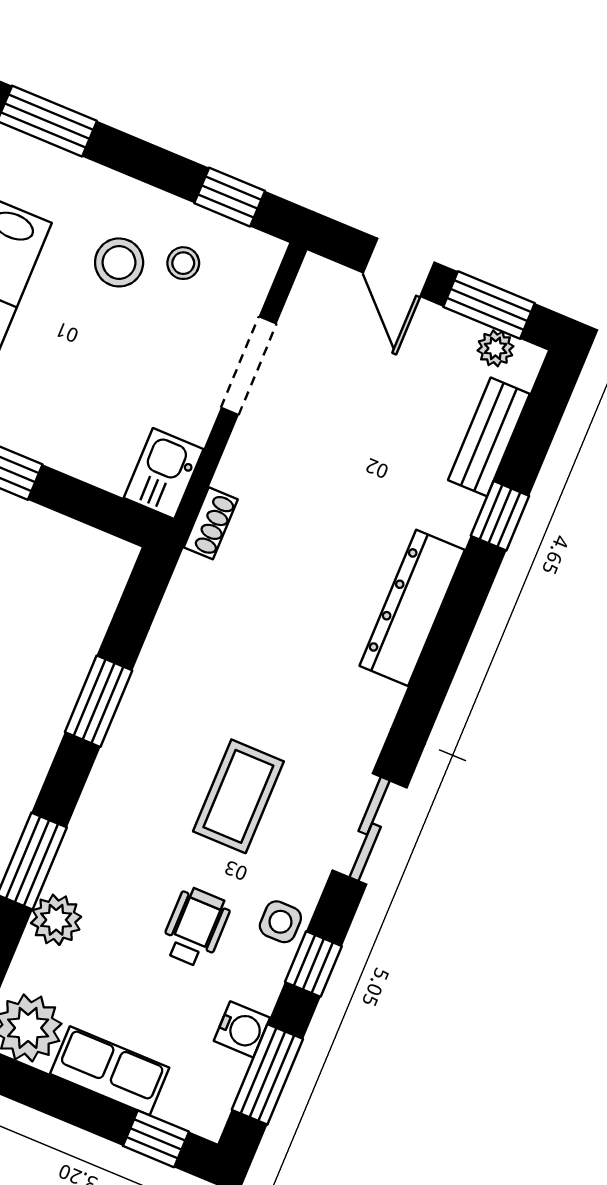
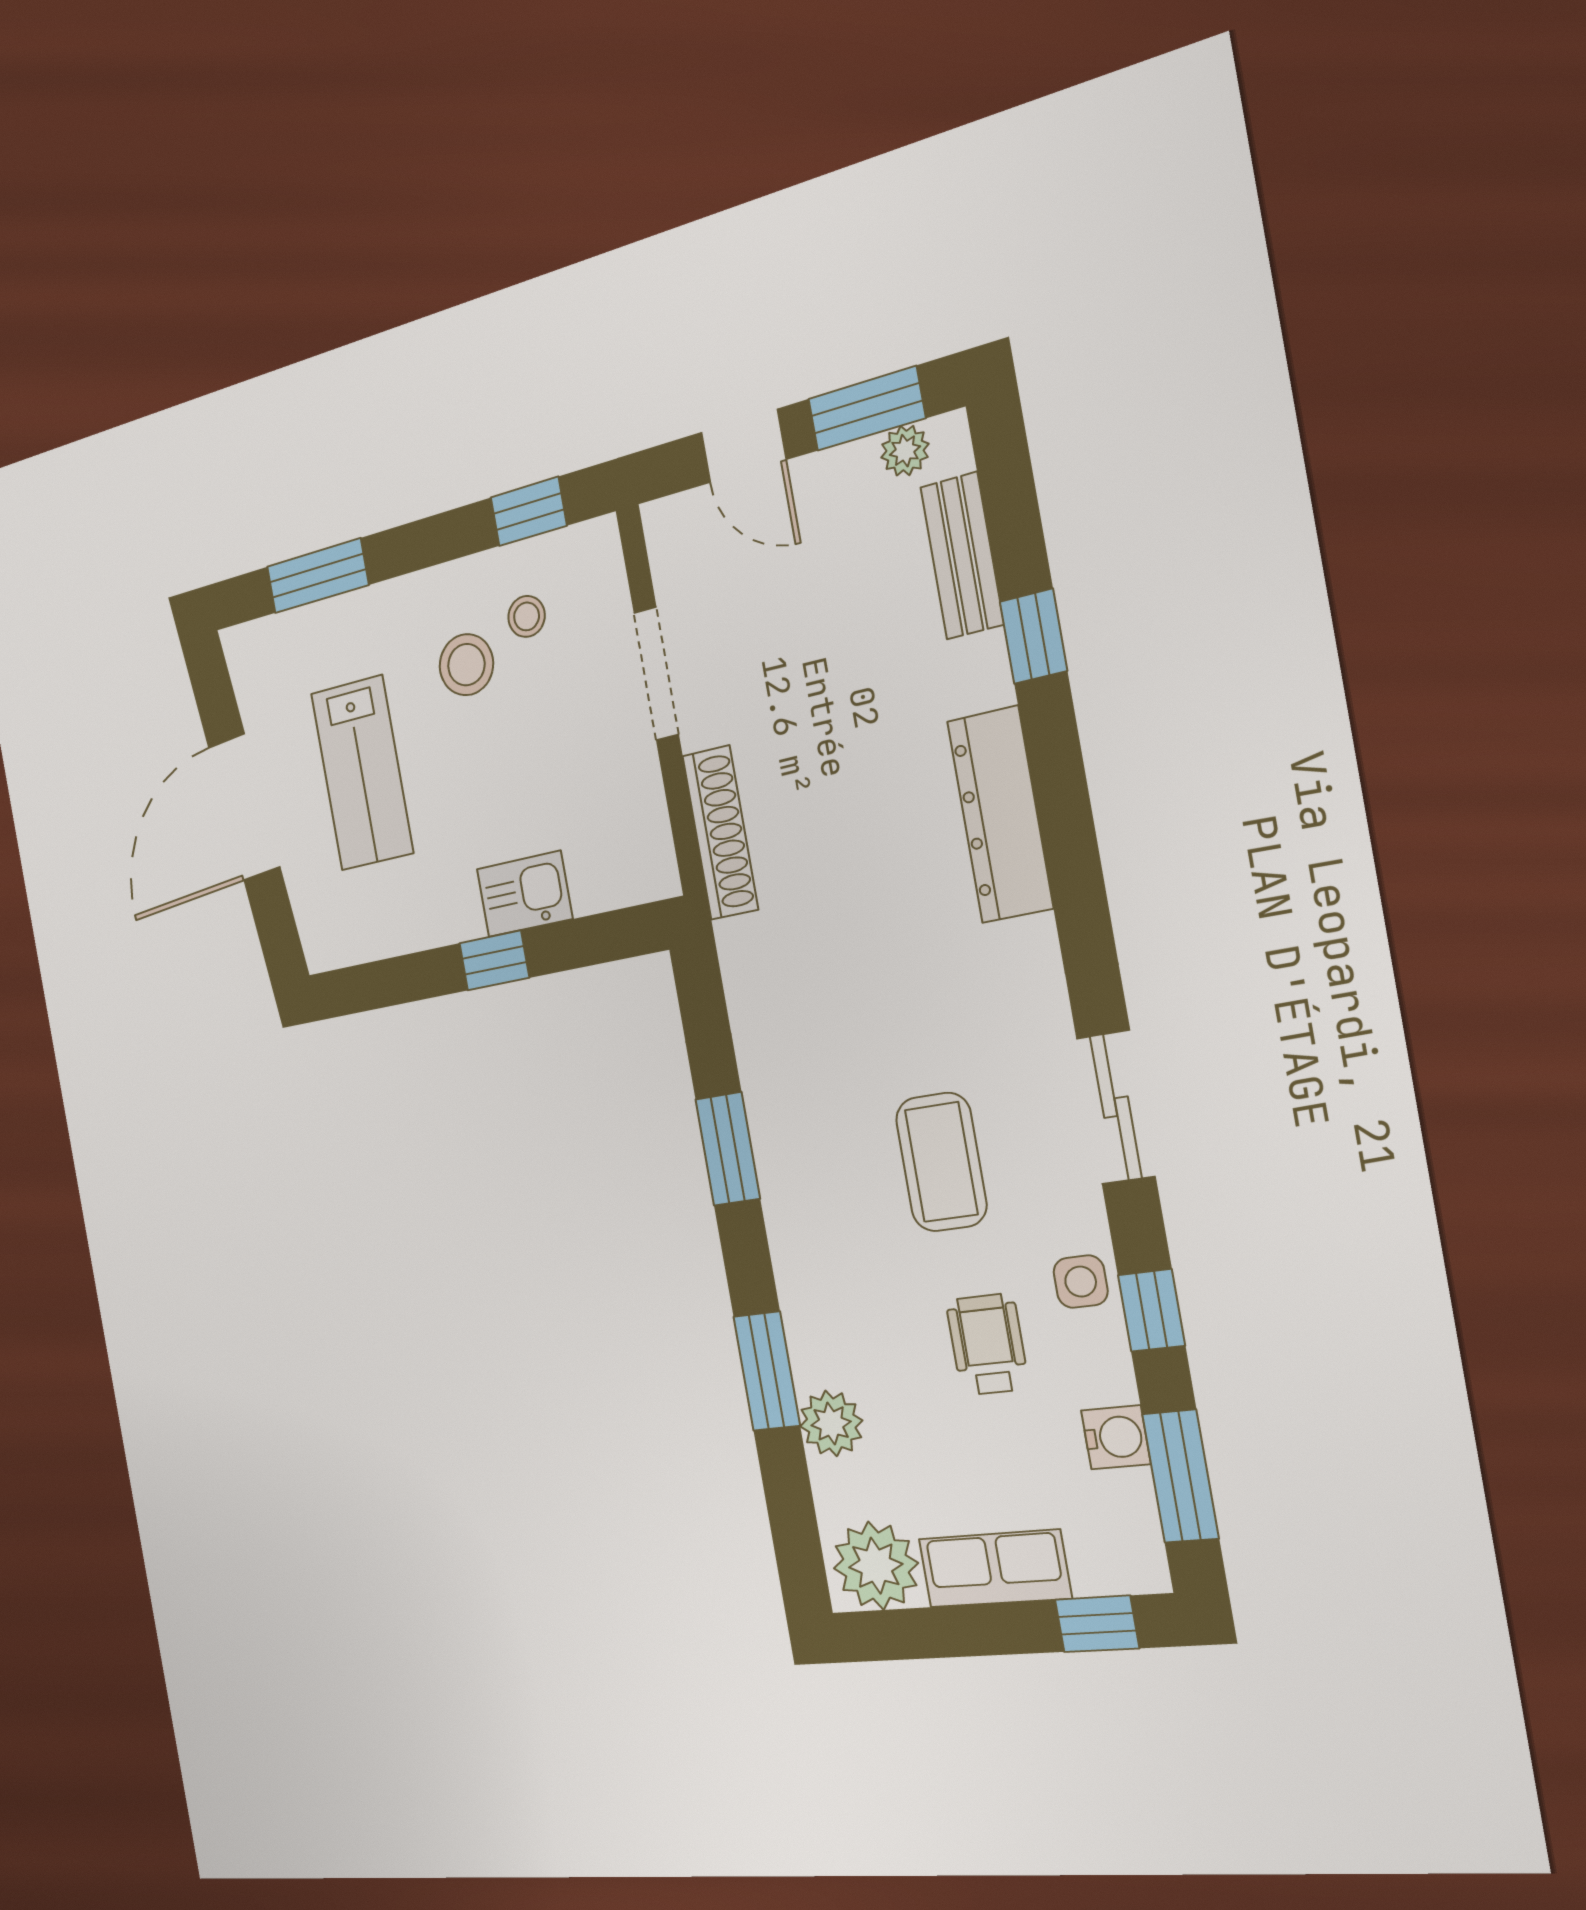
kitchen sink: (164, 474) -> (525, 894), moved, turned 90
shoe rack: (211, 523) -> (720, 833), width x1.94, depth x1.24

